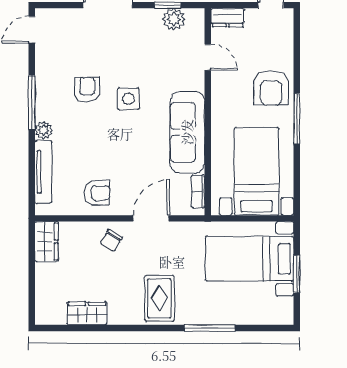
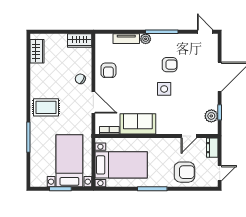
armchair: (271, 88) -> (184, 172), moved, turned 180
sofa: (187, 132) -> (138, 124), width x0.73
tv unit: (43, 172) -> (126, 39), width x0.71
wardrobe: (87, 313) -> (37, 51), moved

